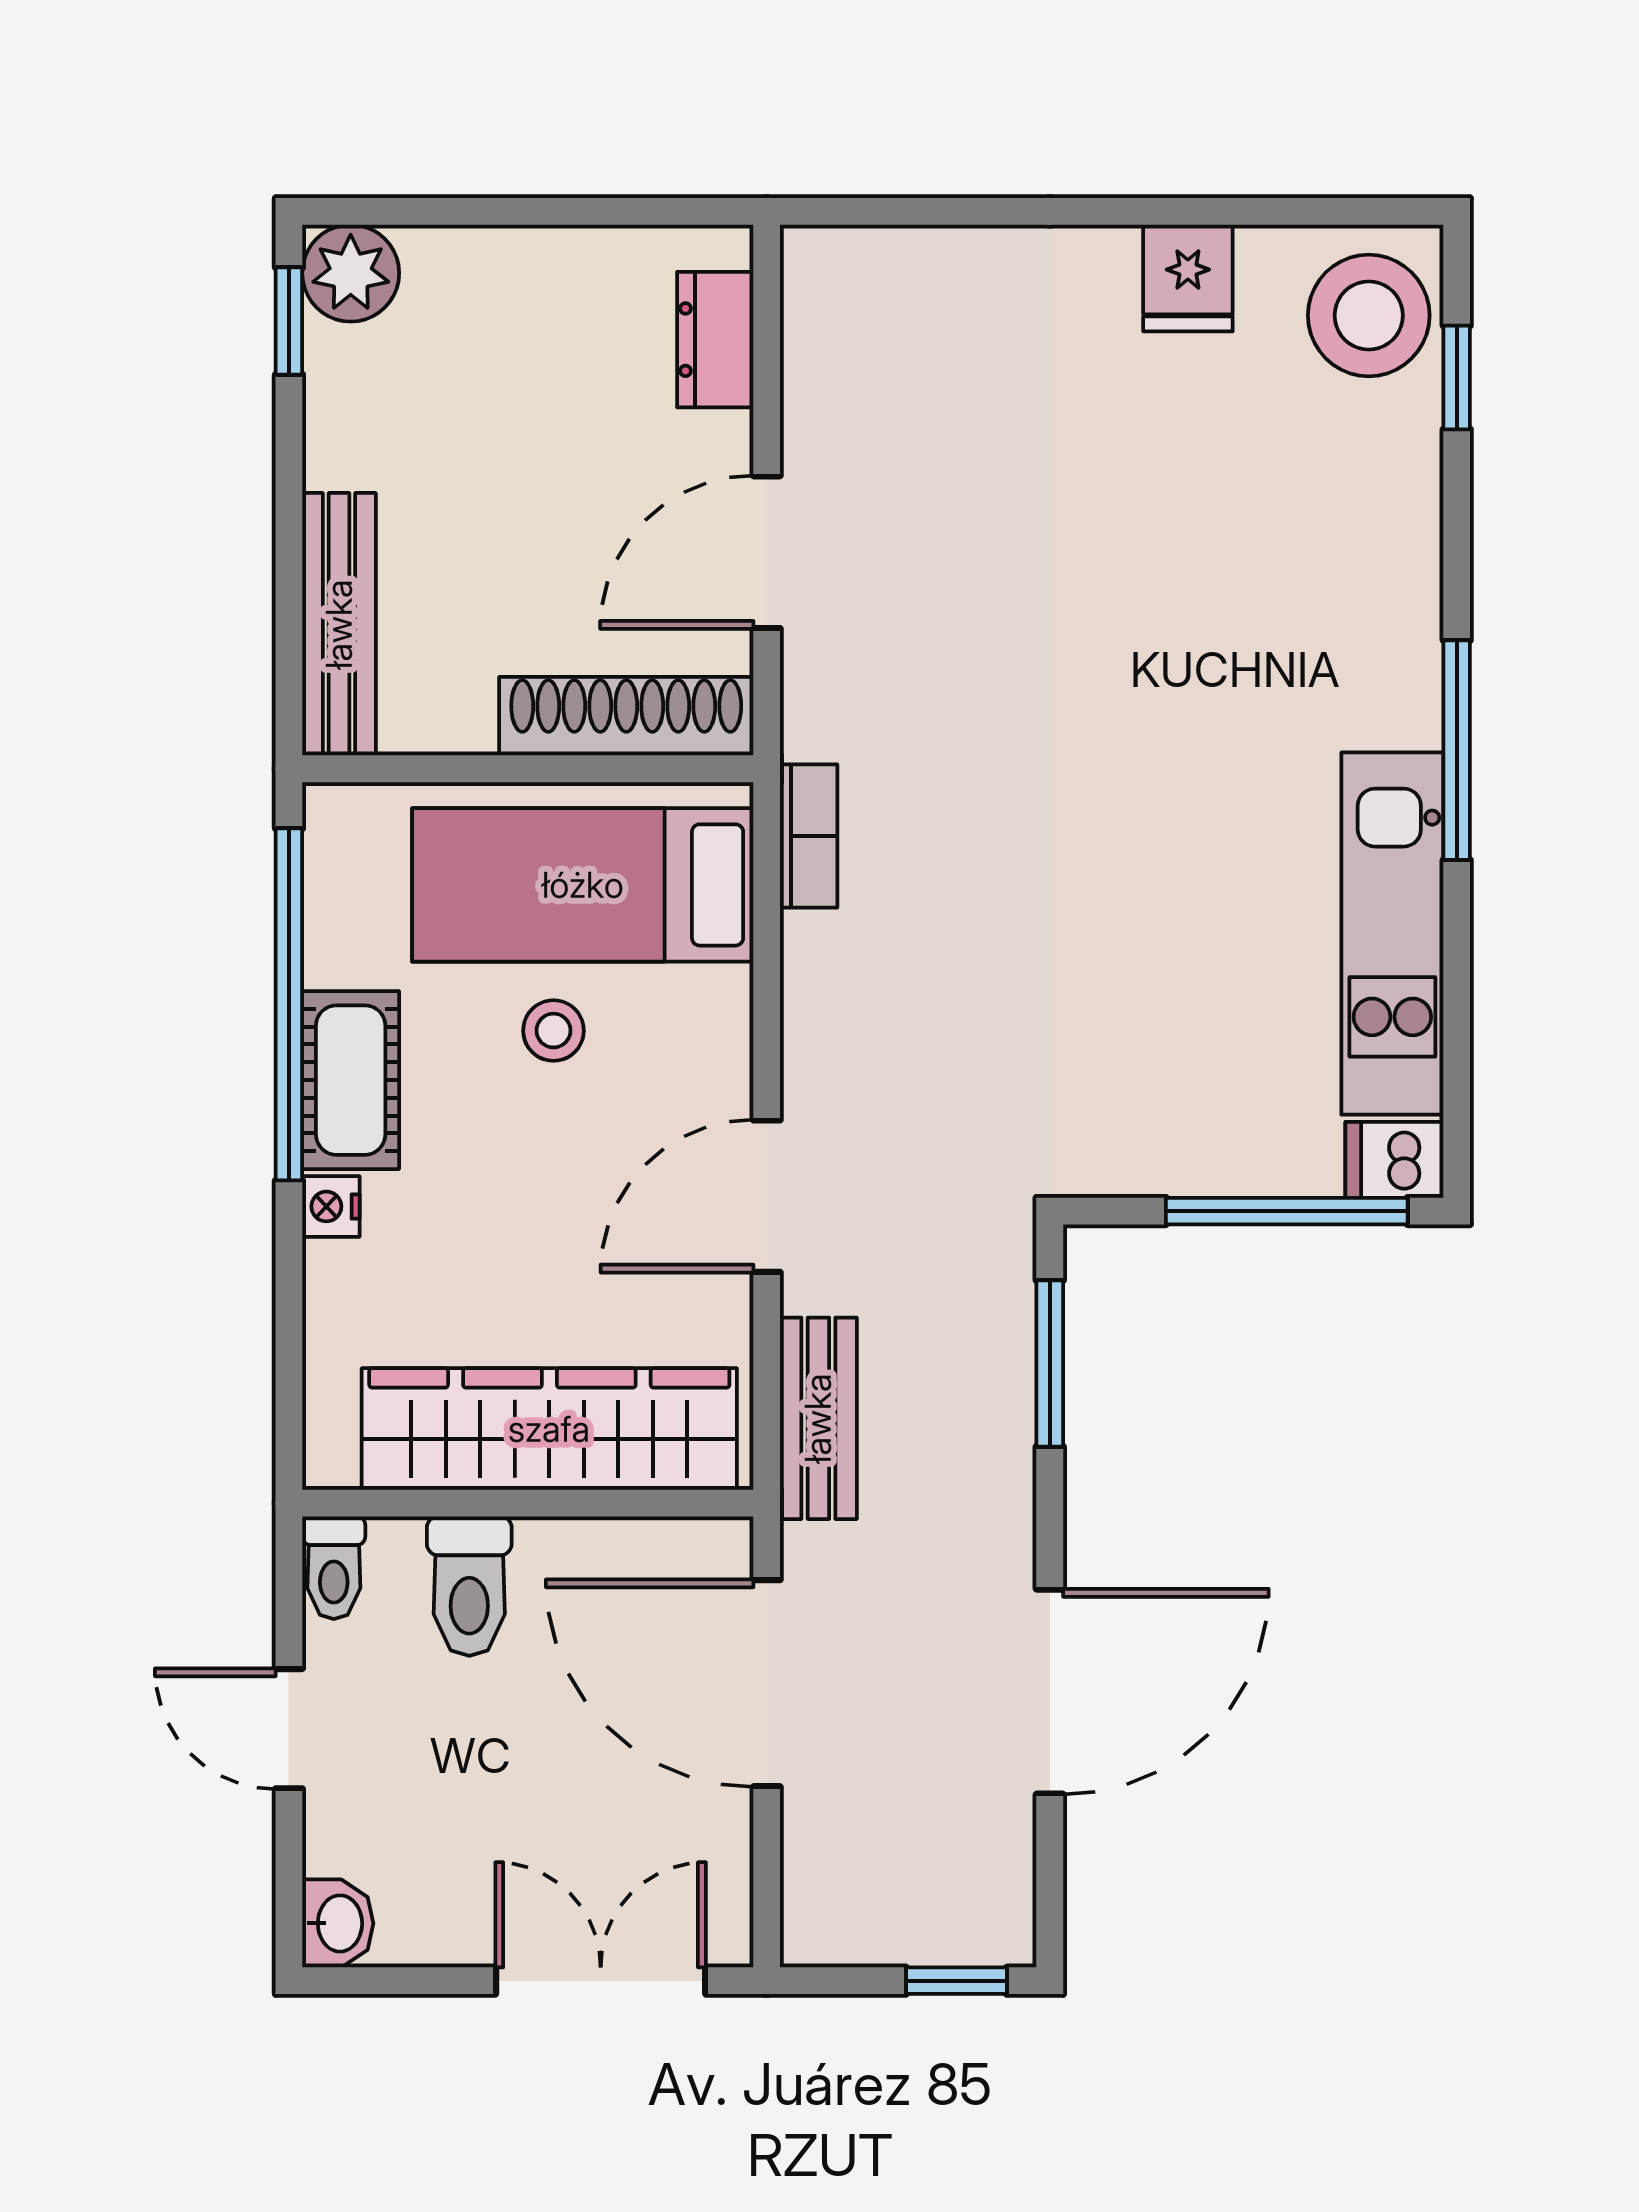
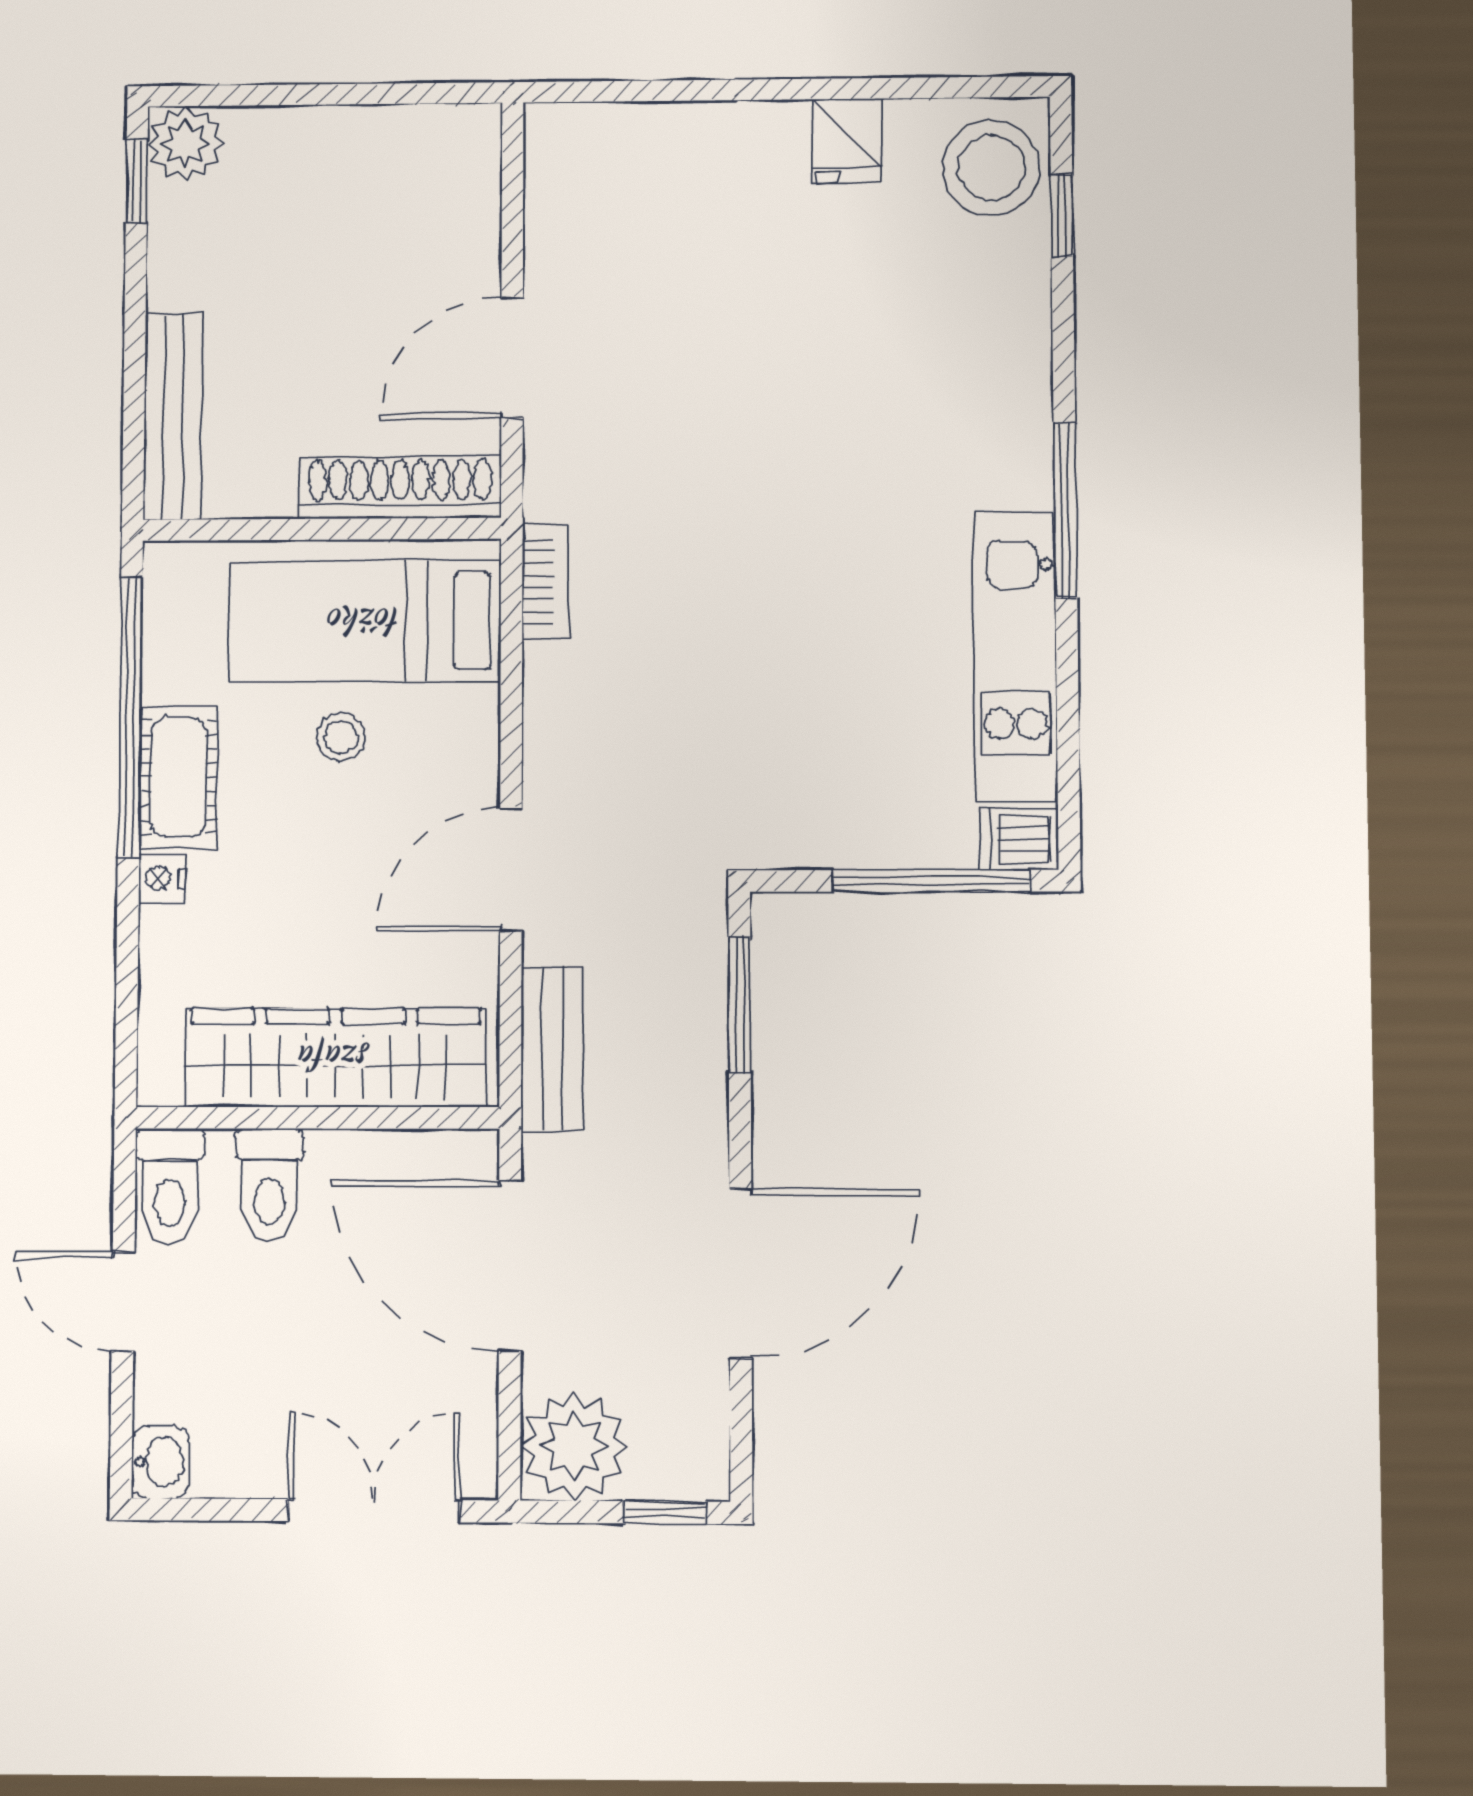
dresser: (715, 340) -> (472, 192), removed
toilet: (334, 1568) -> (170, 1186), width x1.37, depth x1.39
plant: (846, 1902) -> (574, 1446), added

